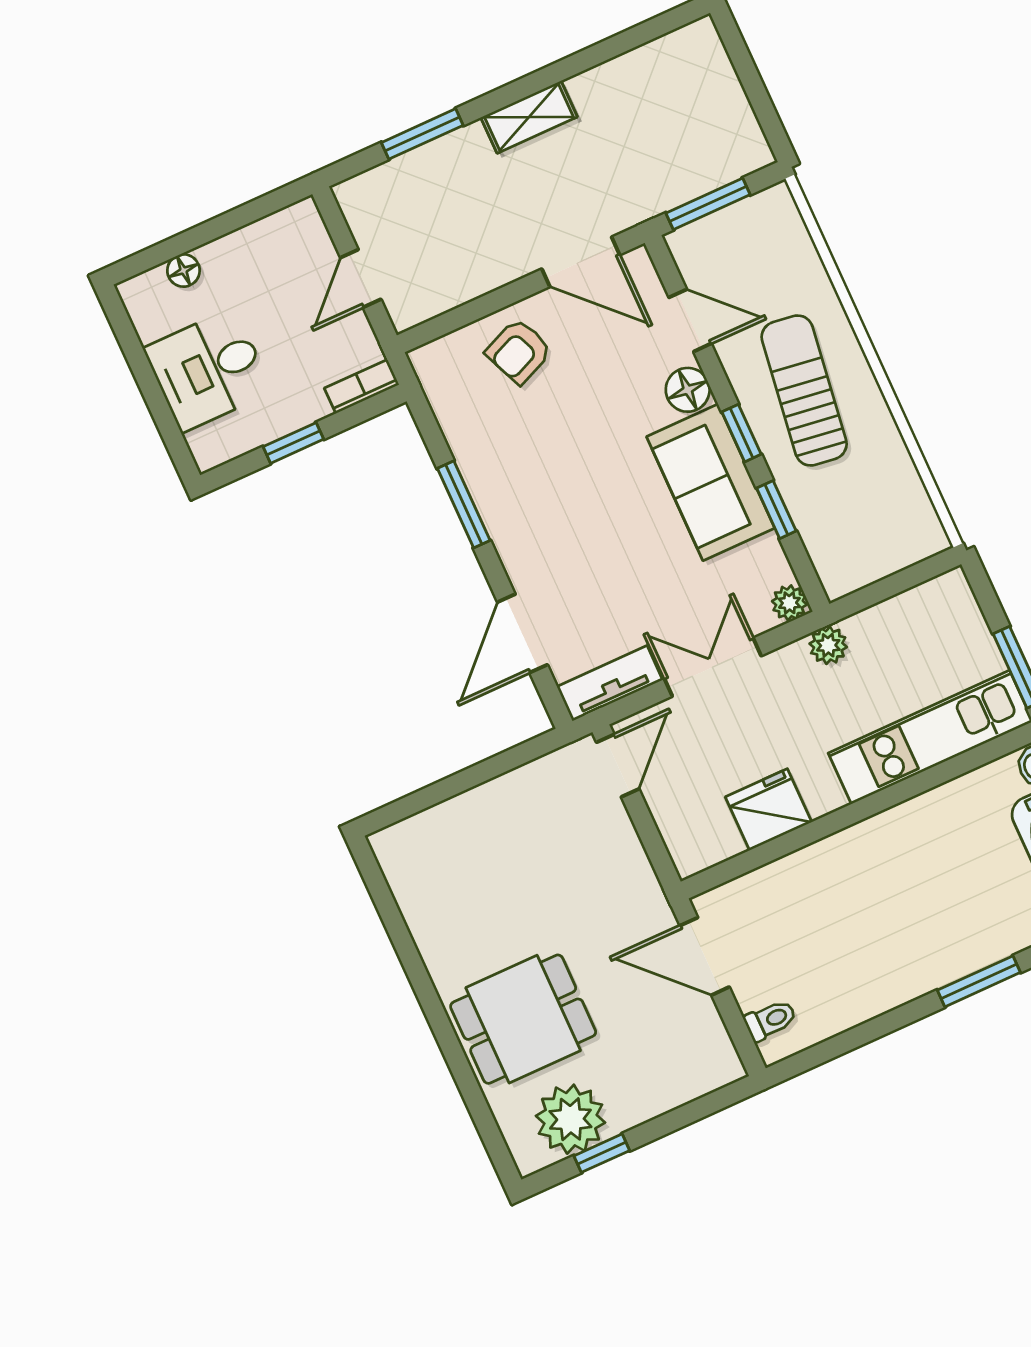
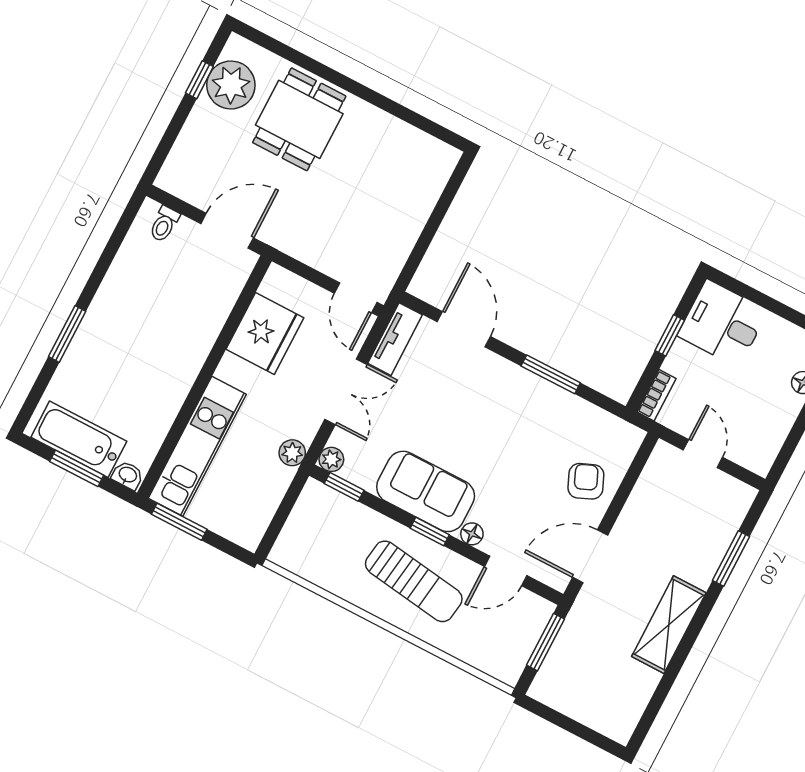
shelving: (529, 117) -> (669, 625), width x1.50, depth x1.33
desk: (208, 370) -> (723, 323), moved, turned -90
floor lamp: (688, 390) -> (472, 534), width x0.73, depth x0.73
window: (776, 510) -> (344, 487), moved
fridge: (769, 810) -> (265, 333), width x1.36, depth x1.34

